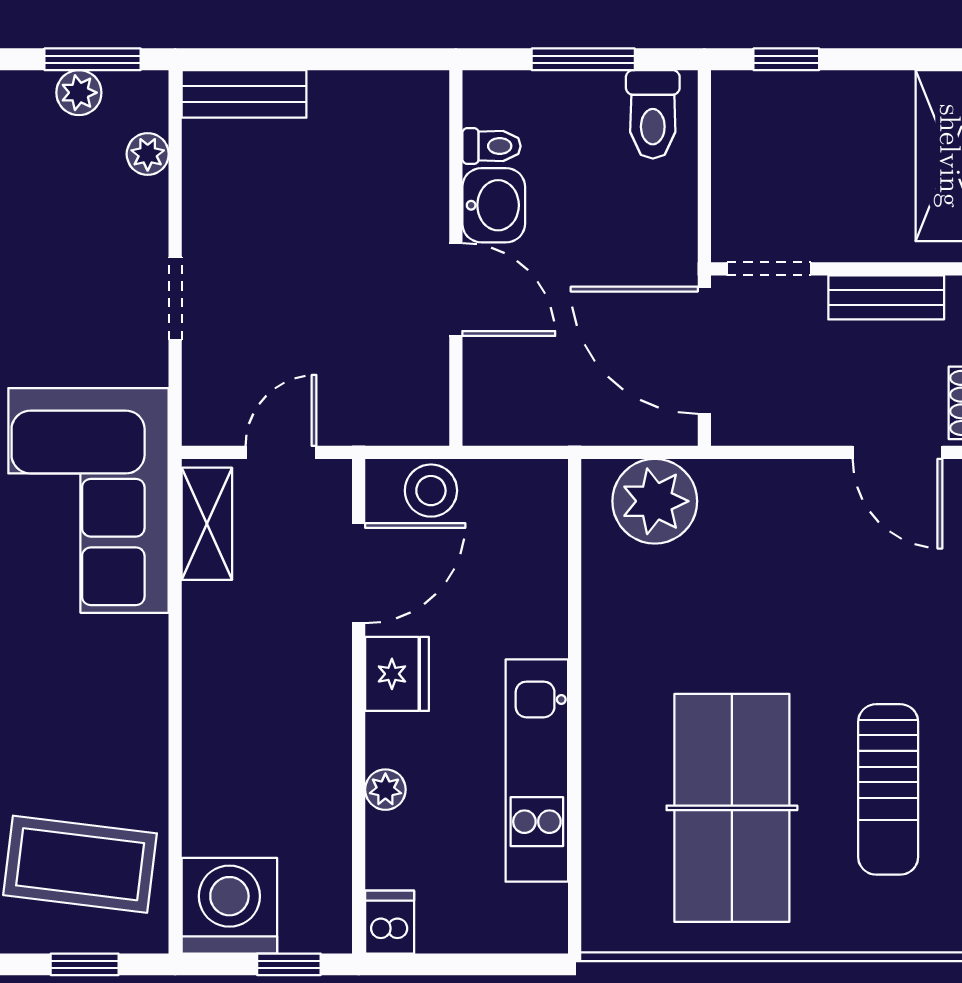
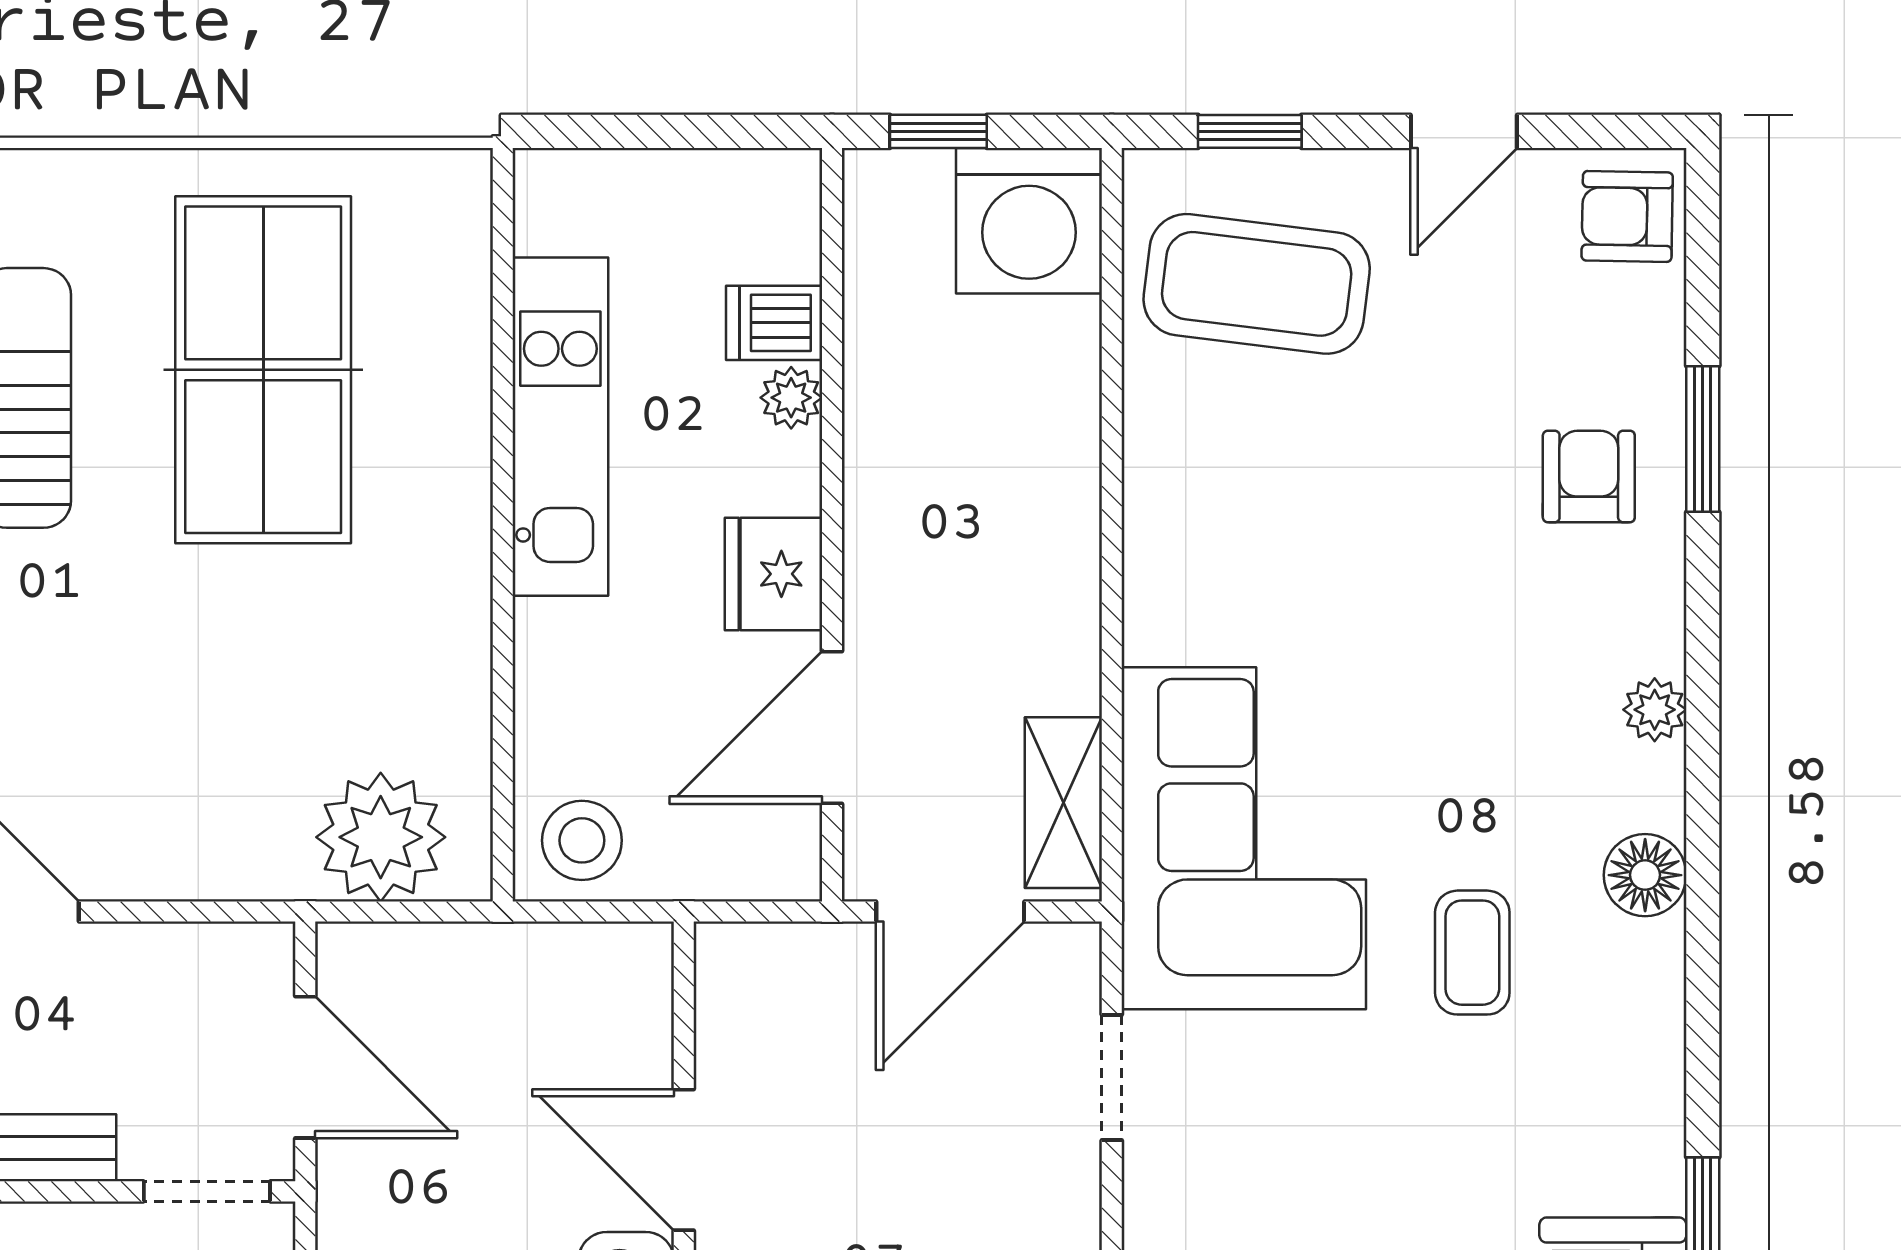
doorway: (175, 299) -> (1112, 1077), moved
door: (704, 350) -> (305, 1067), width x0.73
door: (281, 452) -> (950, 912), width x1.38
stool: (431, 491) -> (582, 840), moved
dishwasher: (390, 922) -> (774, 323), moved, turned 90

